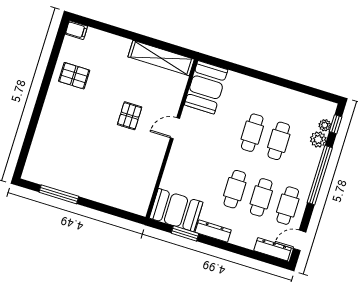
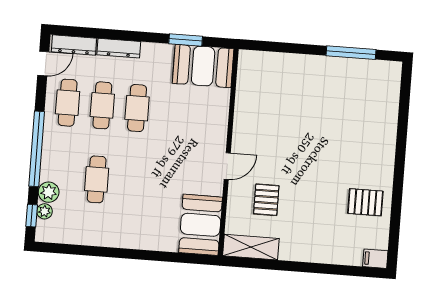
shelving: (161, 58) -> (251, 247), width x0.68
pallet: (130, 116) -> (266, 200), moved
cafe table: (252, 133) -> (131, 182), removed
dresser: (213, 231) -> (119, 48), moved

